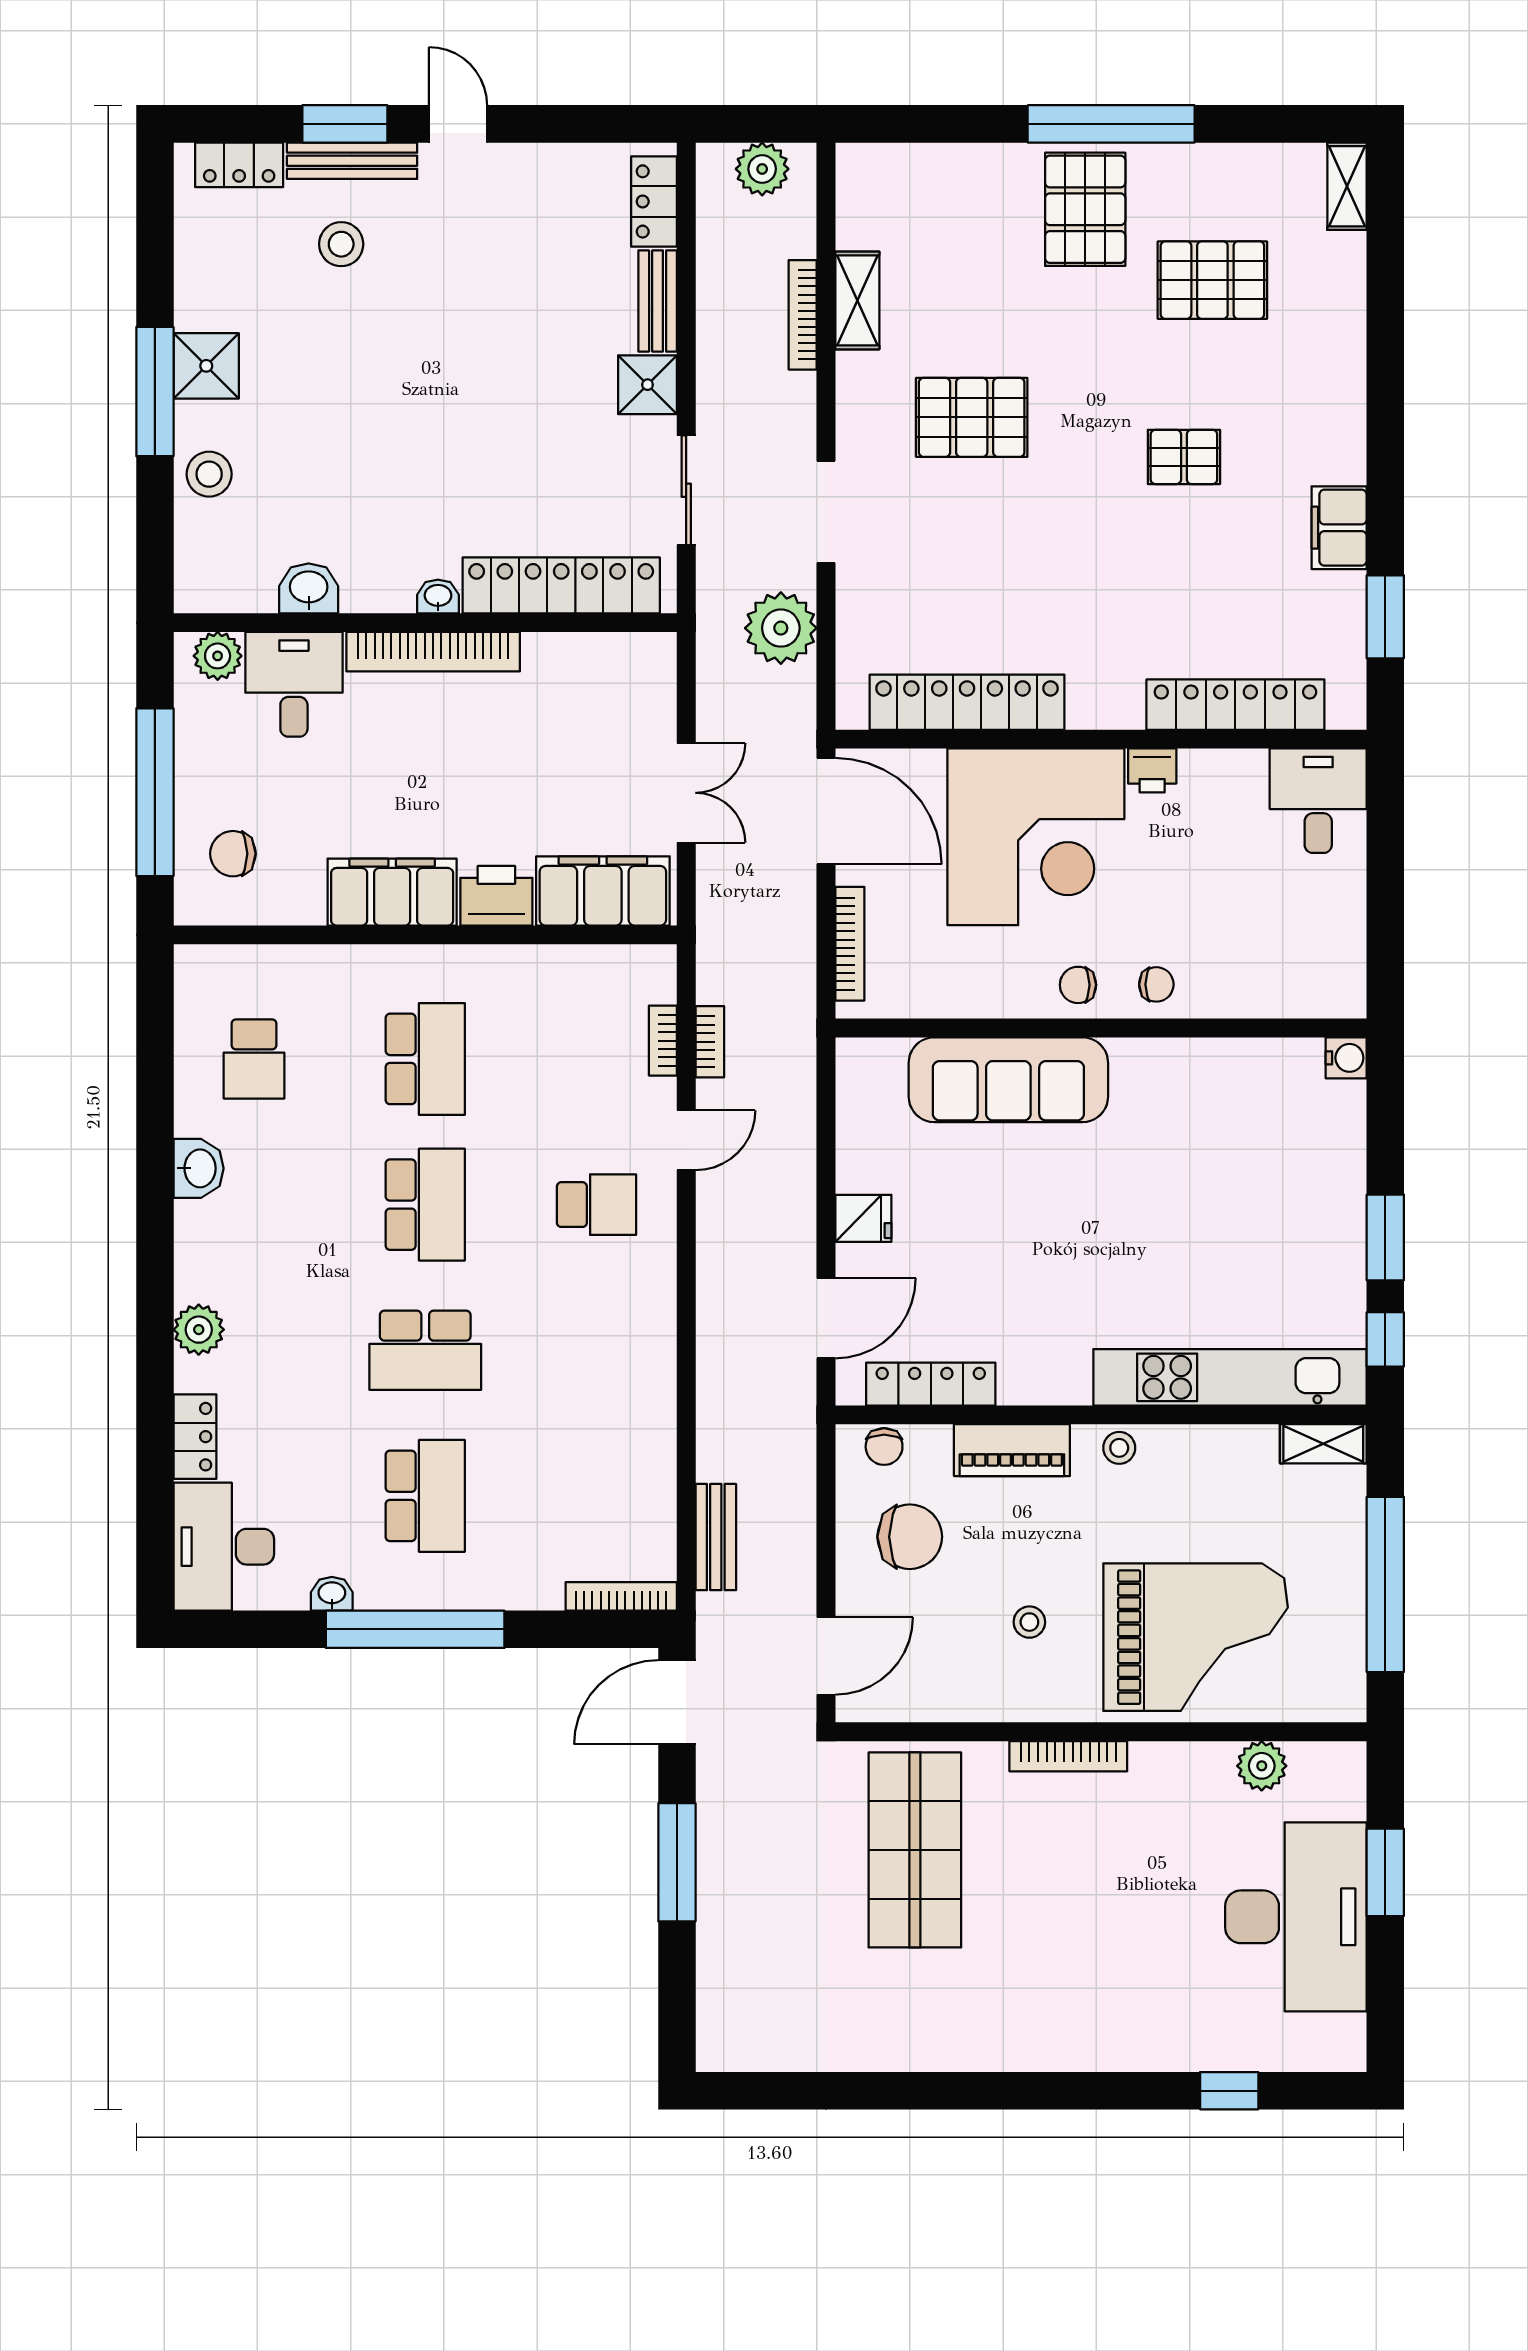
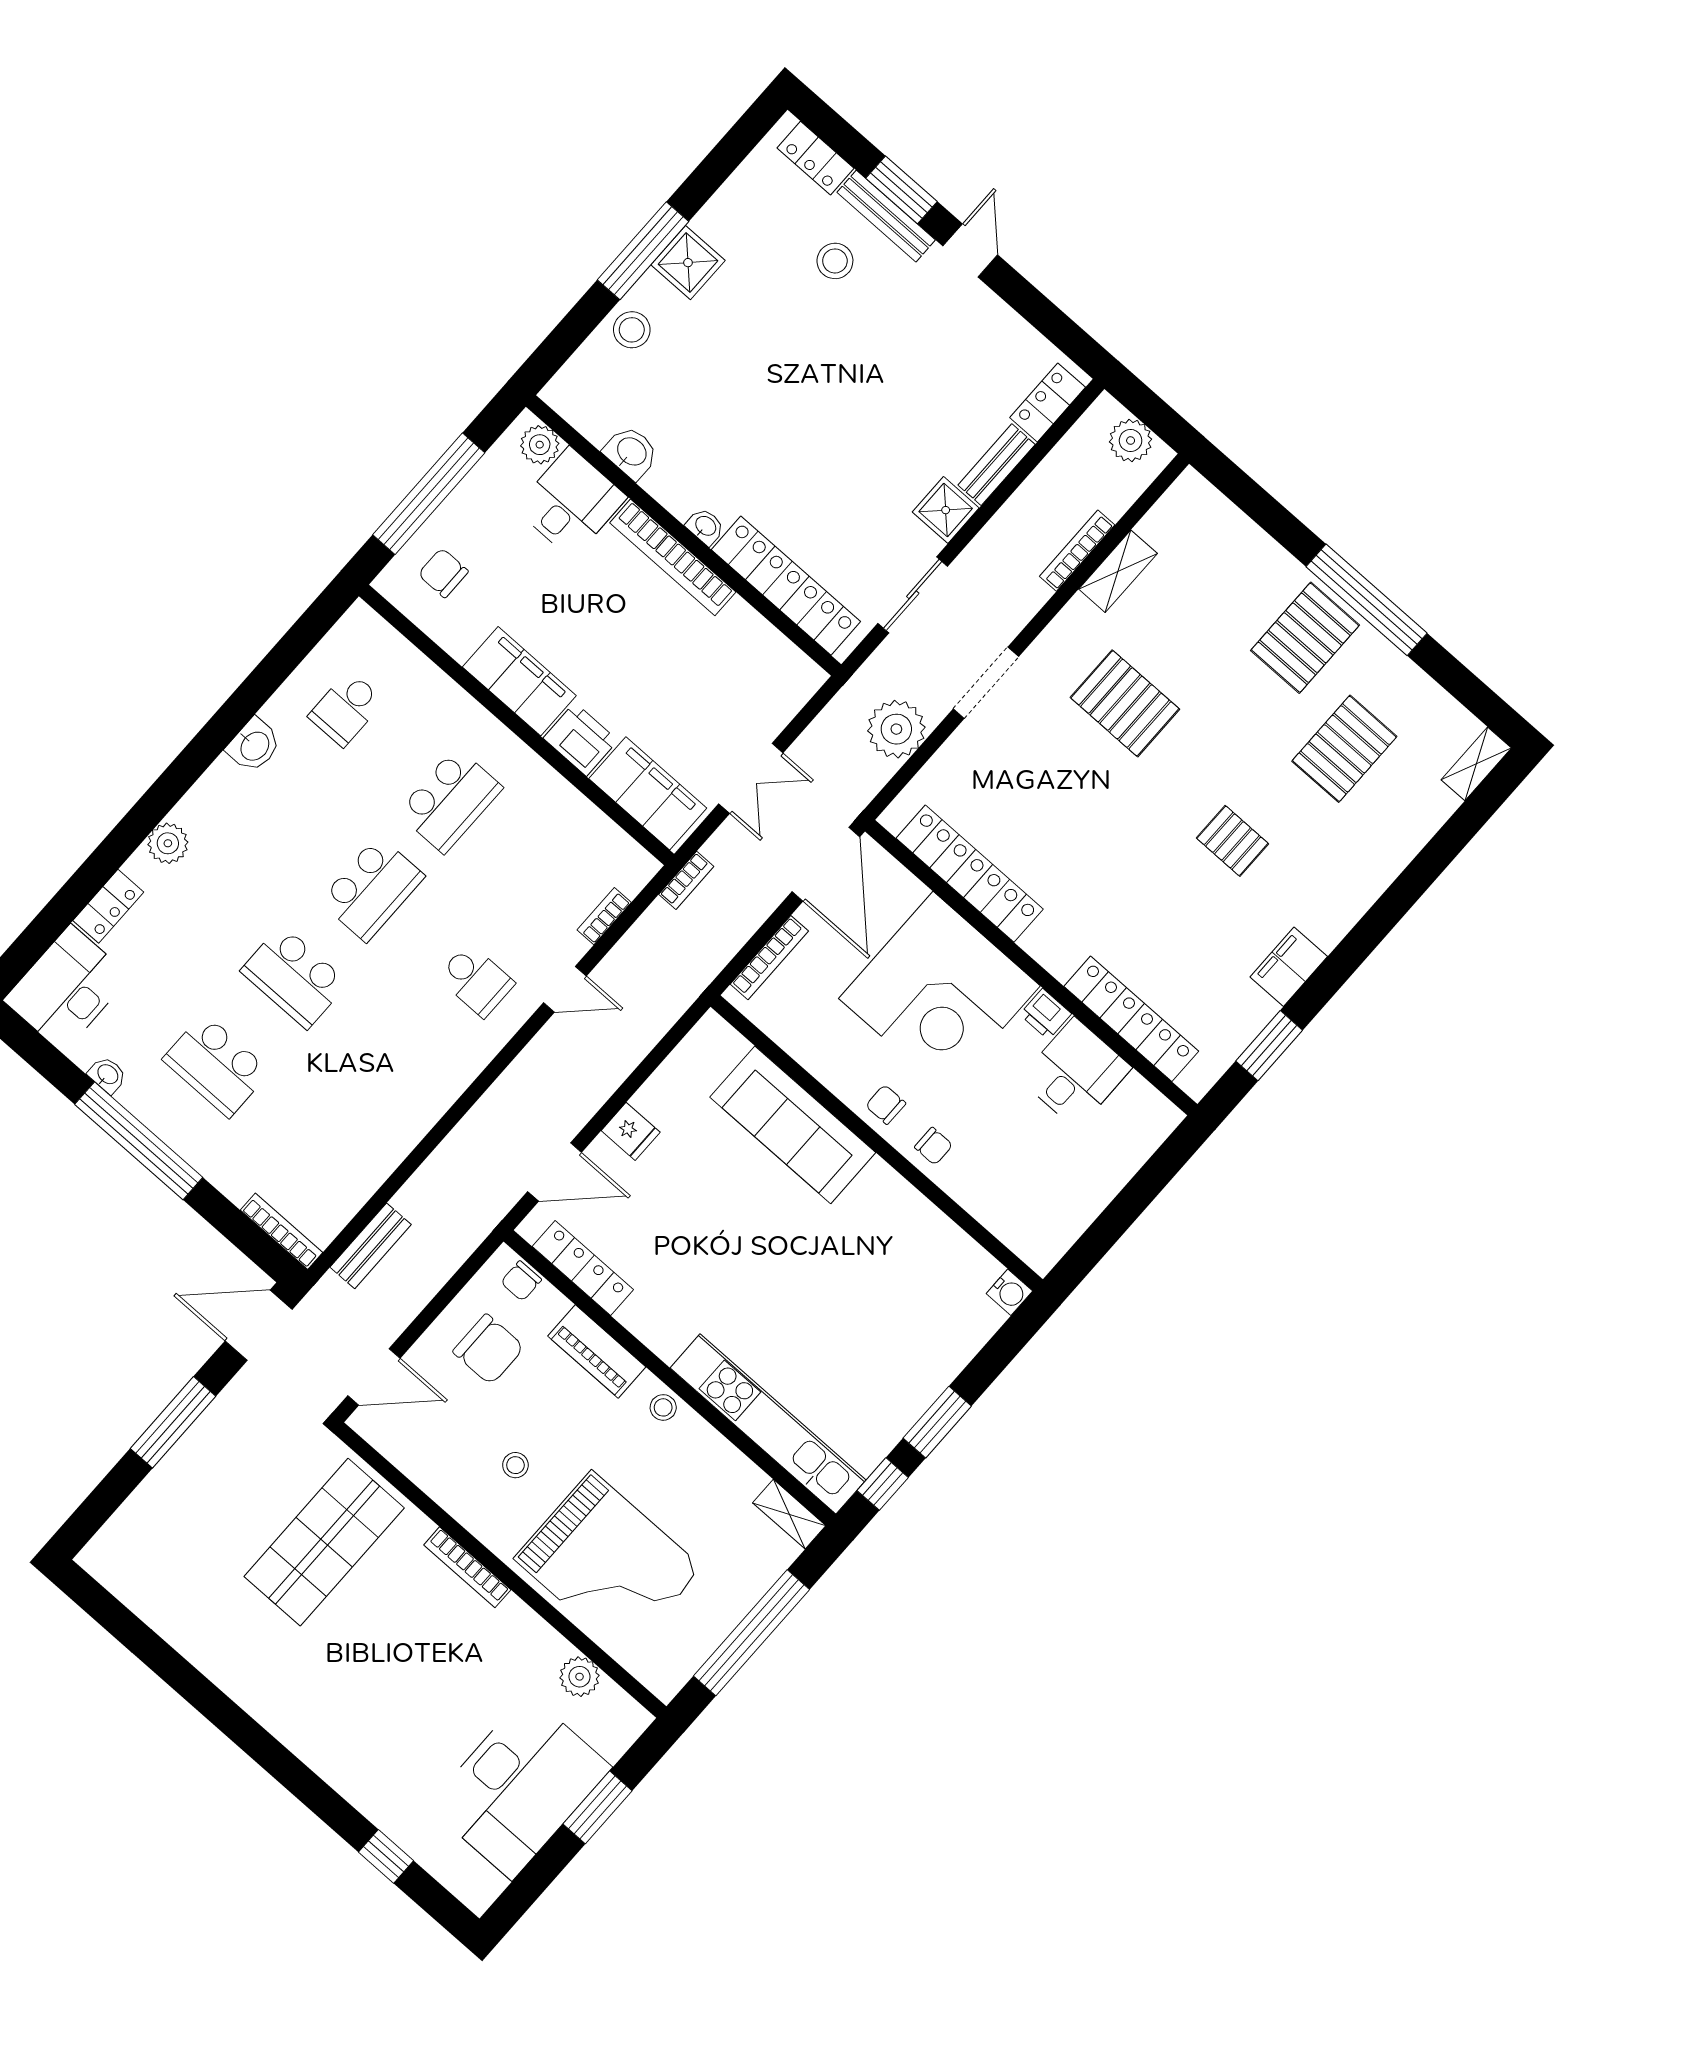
pallet: (1212, 280) -> (1344, 749), turned 90
desk: (1318, 801) -> (1076, 1073), moved
bookcase: (710, 1042) -> (686, 880), moved
school desk: (425, 1496) -> (216, 1065), turned 90

